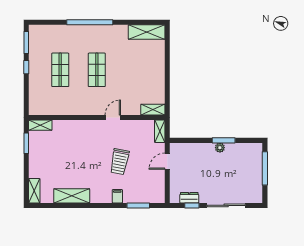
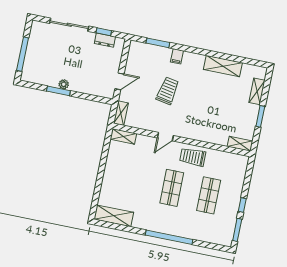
trolley: (83, 103) -> (193, 157), added
window: (26, 143) -> (260, 116), moved
shelving: (34, 191) -> (257, 91), moved

